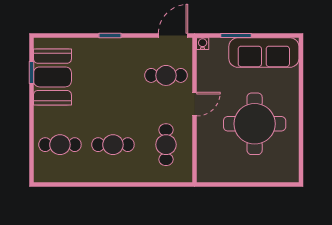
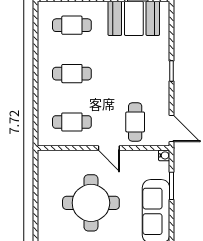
cafe table: (60, 145) -> (72, 25), turned 90
cafe table: (113, 145) -> (72, 74), turned 90

